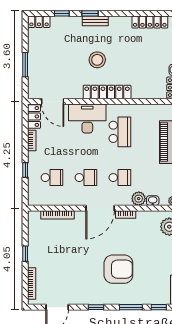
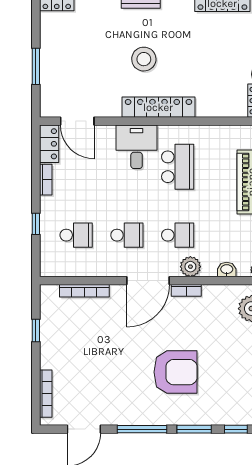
desk: (87, 118) -> (137, 147), width x0.73
plant: (139, 199) -> (190, 267), moved
window: (25, 254) -> (36, 330), moved
window: (96, 307) -> (142, 429), width x2.17

